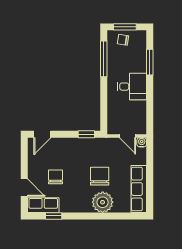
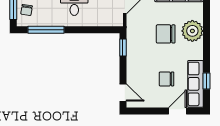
row of seats: (43, 205) -> (195, 84), width x1.48

